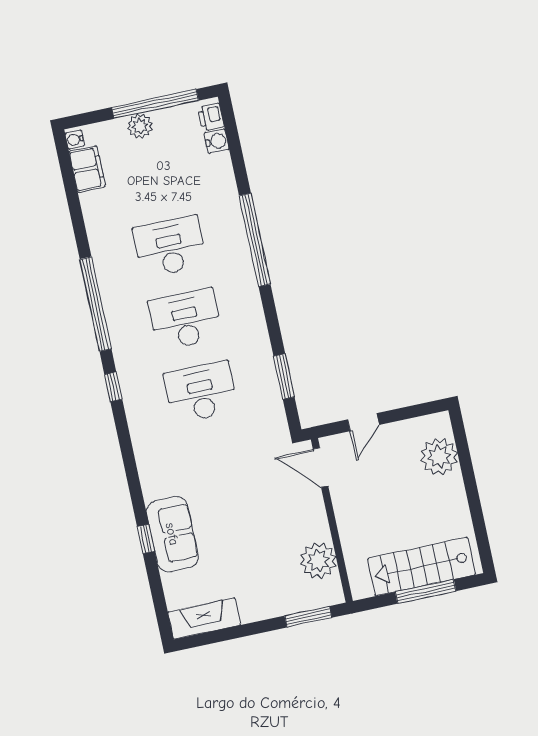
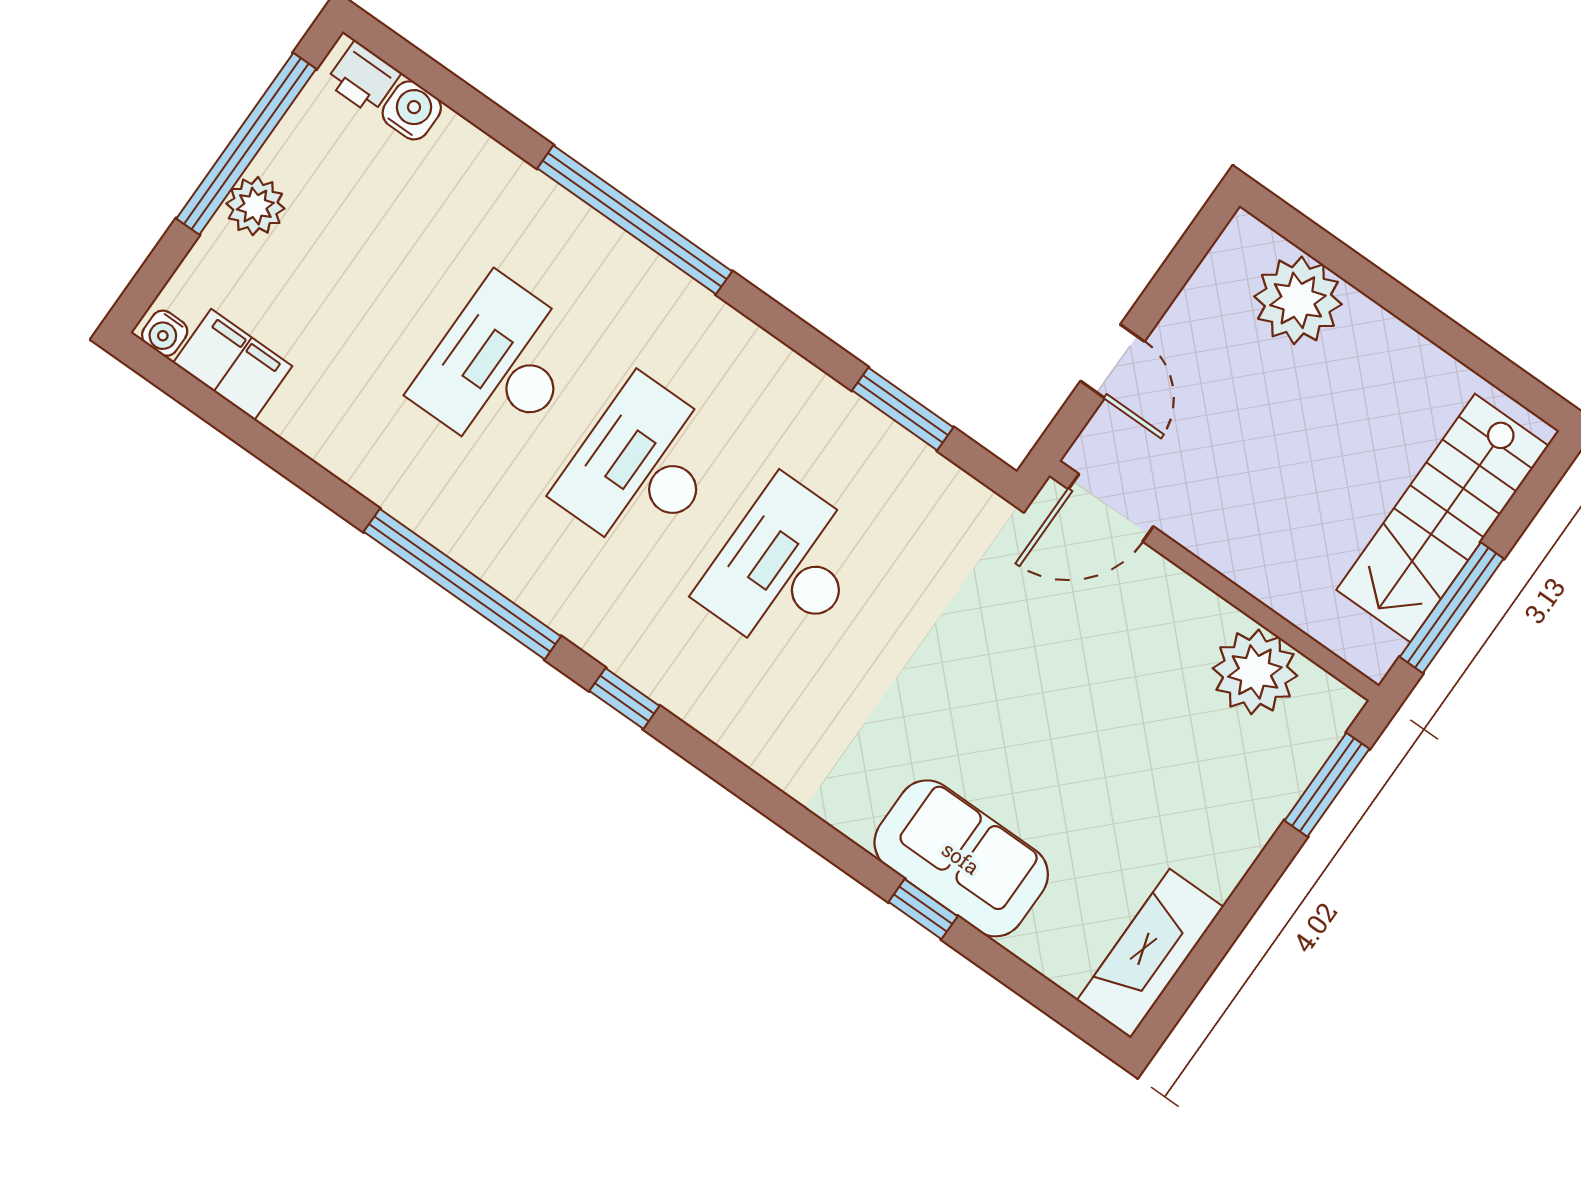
window: (426, 592) -> (1452, 608), moved

